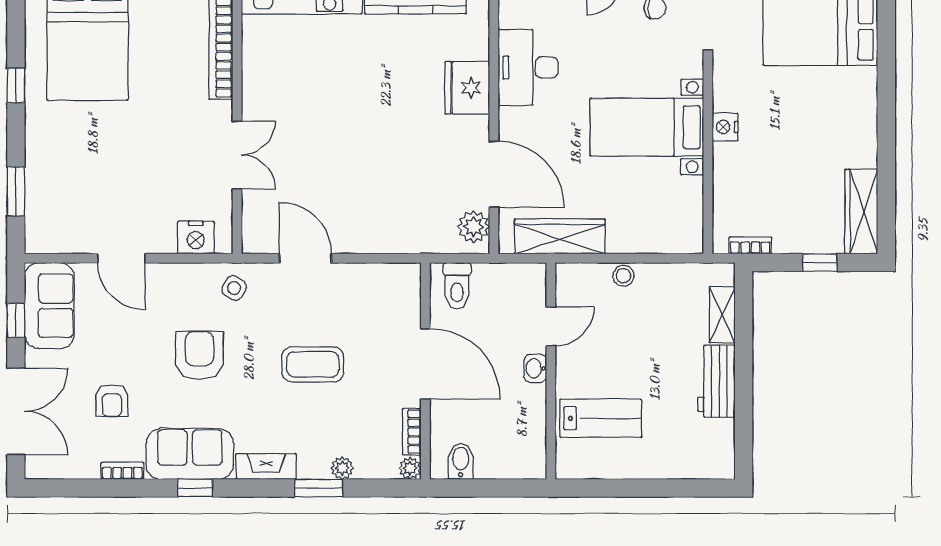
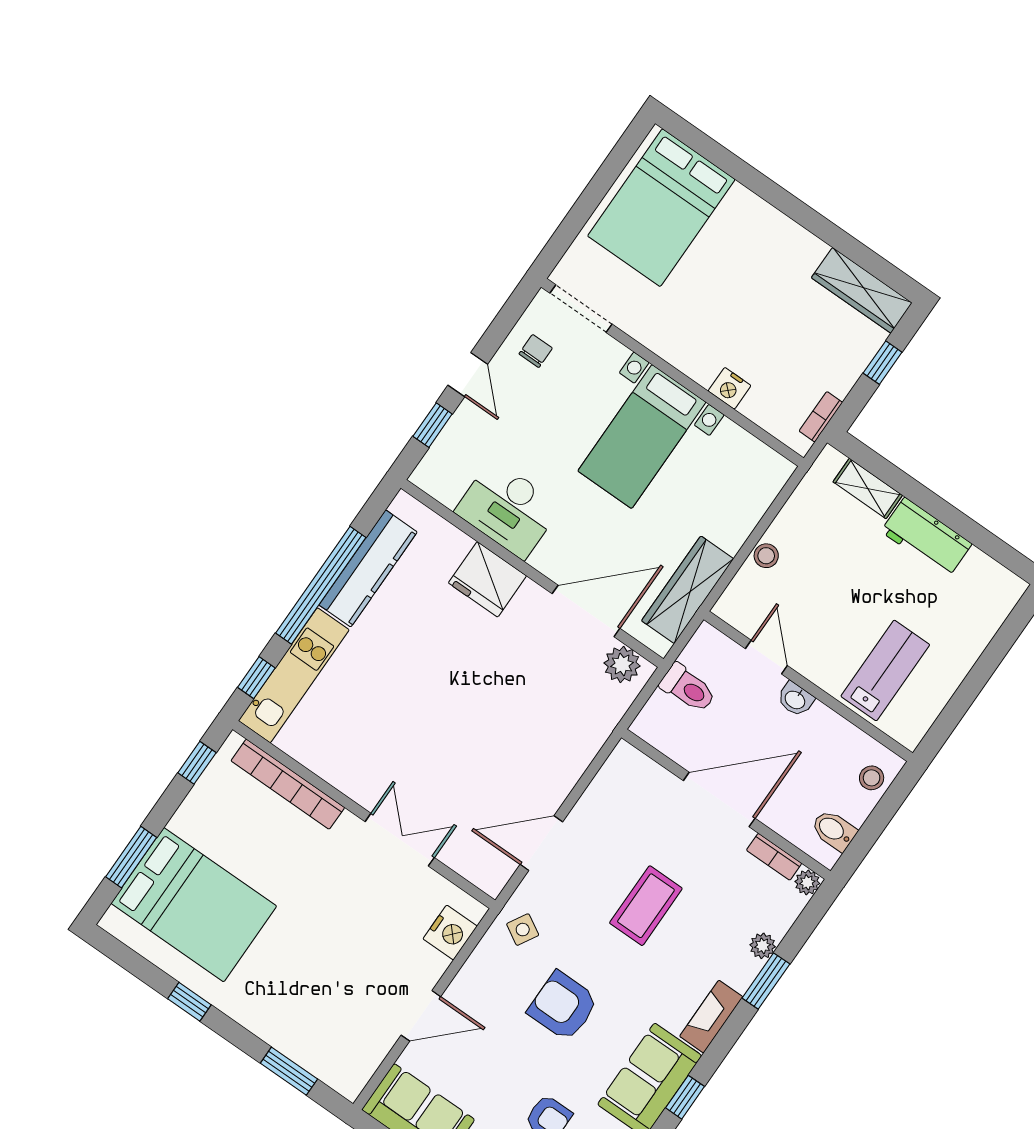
nightstand: (725, 127) -> (730, 388), moved
toilet: (457, 286) -> (688, 688), moved
stool: (517, 462) -> (872, 778), added

